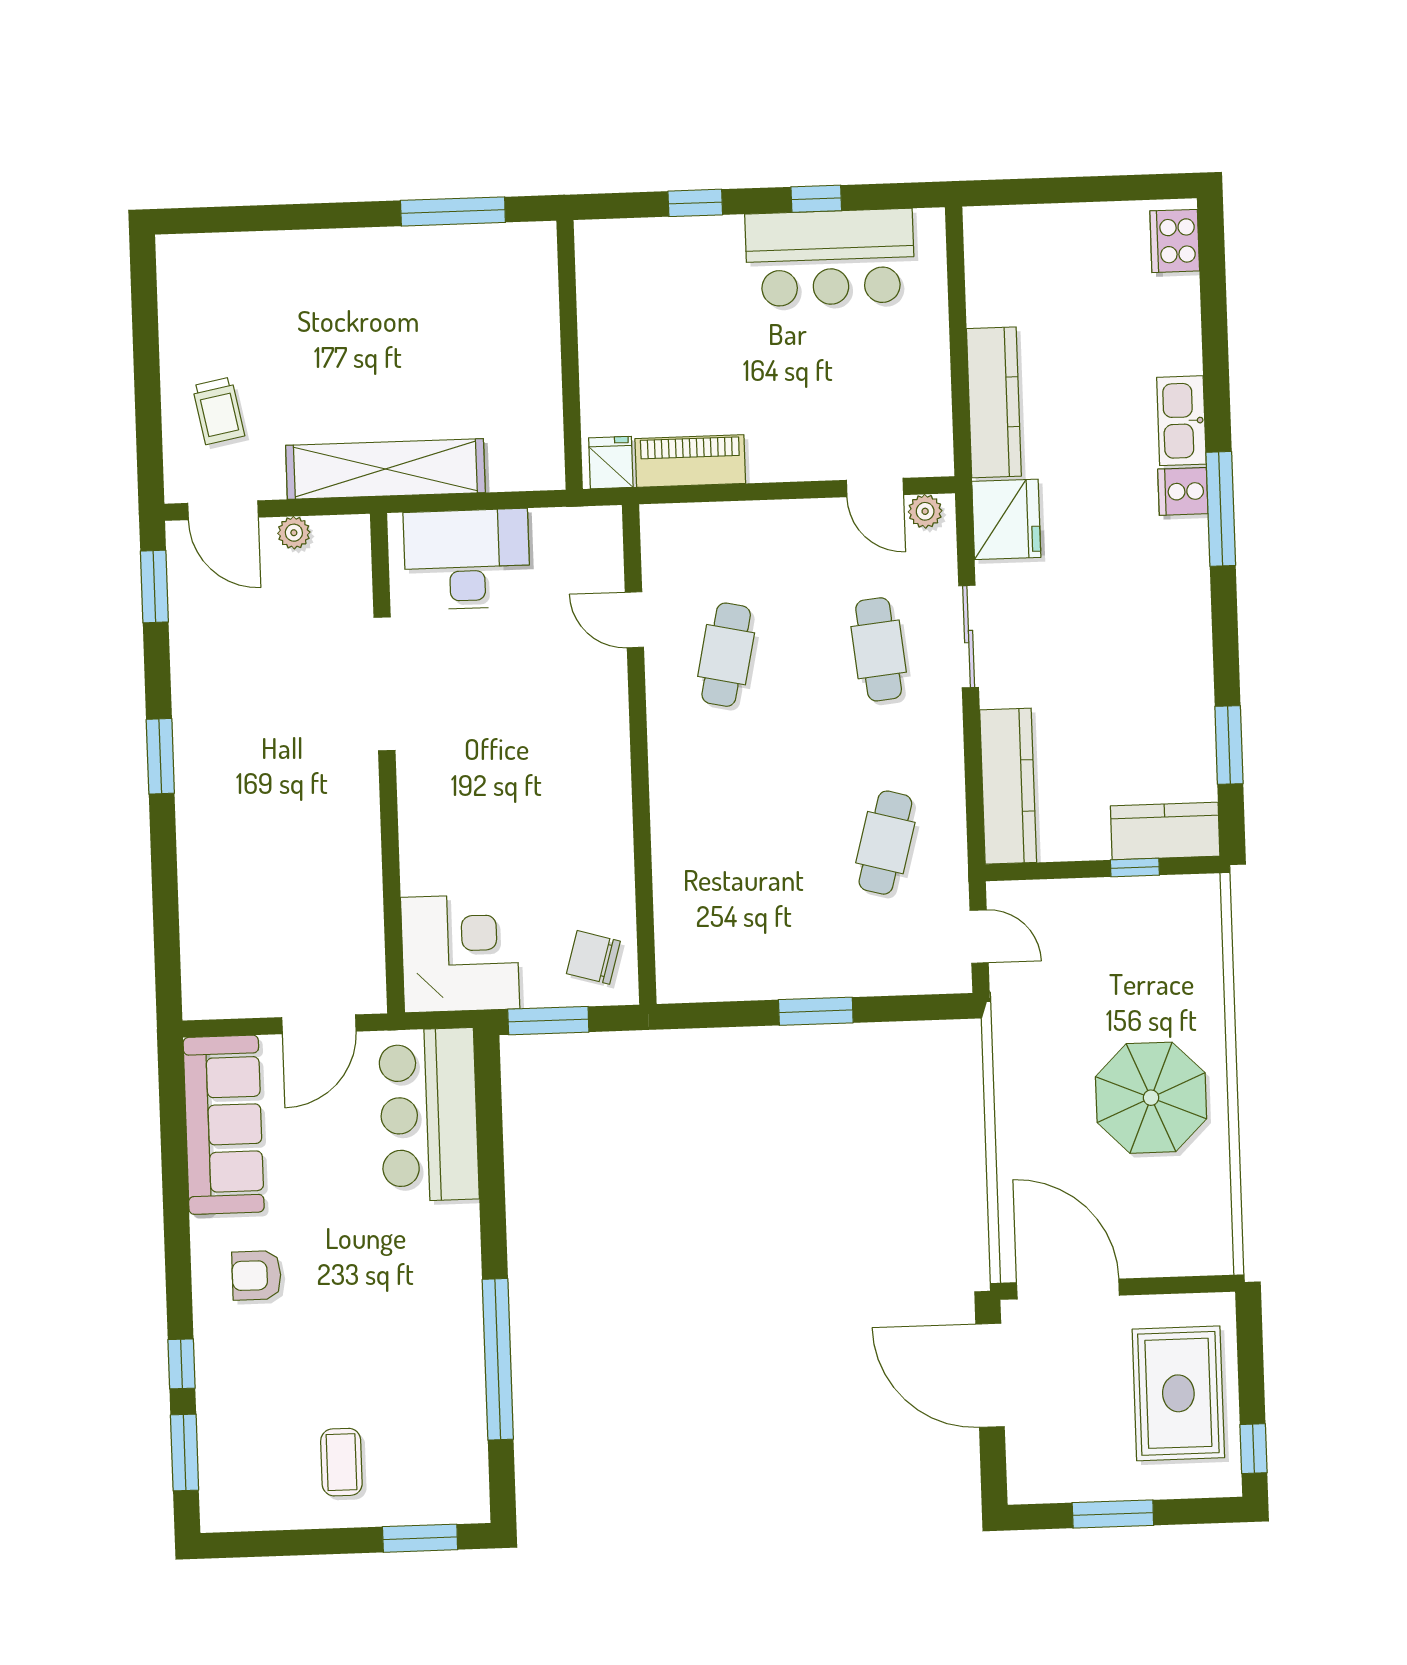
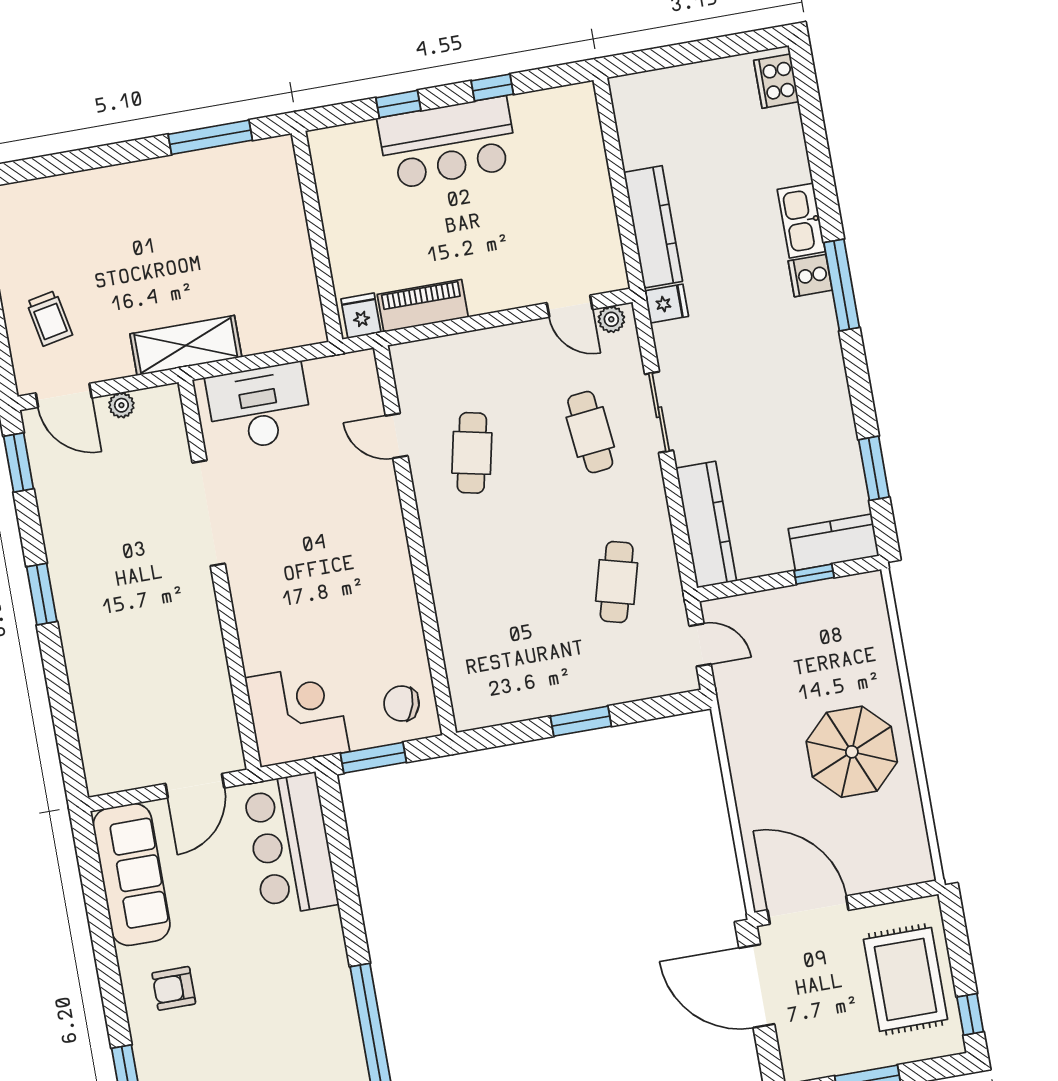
bar counter: (830, 258) -> (448, 143), moved
shelving: (385, 469) -> (186, 345), width x0.68
fridge: (1006, 519) -> (667, 304), width x0.53, depth x0.75

